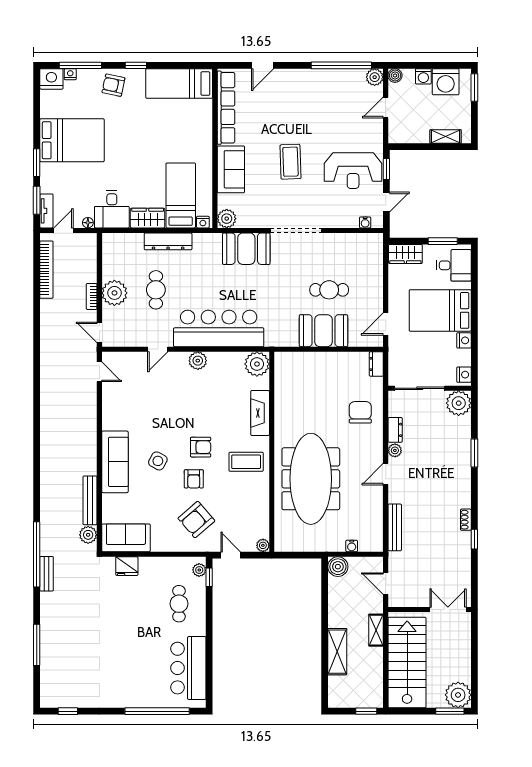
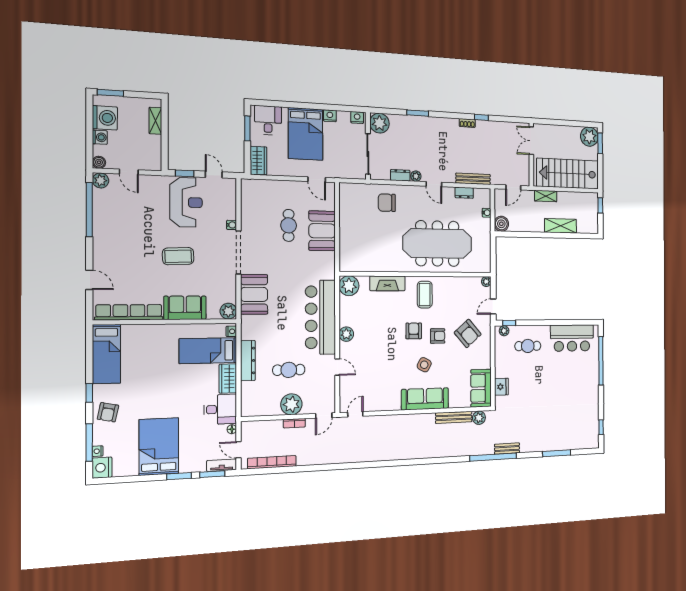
water cooler: (365, 222) -> (232, 225), moved
dresser: (376, 364) -> (464, 193), moved

